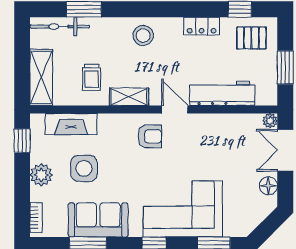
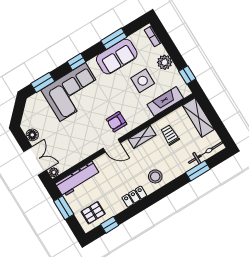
locker: (202, 26) -> (134, 197), moved
workbench: (222, 93) -> (78, 179), moved

